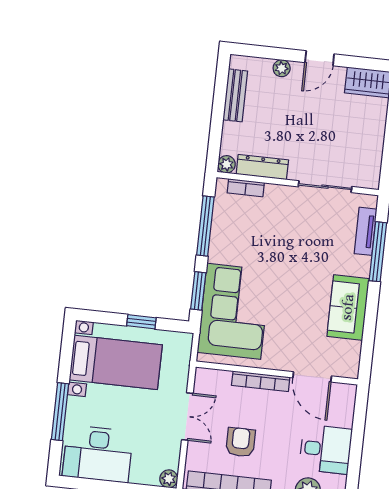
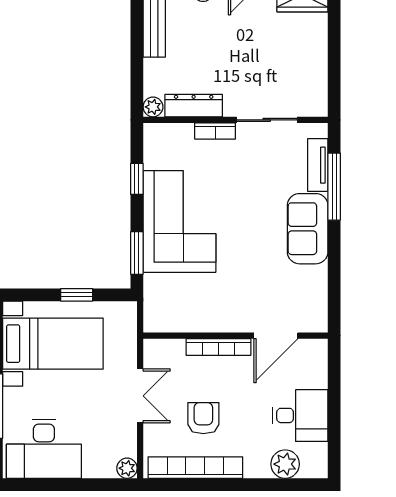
bookcase: (246, 188) -> (215, 131), moved
window: (205, 226) -> (137, 179), width x0.46
sofa: (348, 307) -> (308, 229), moved
corner sofa: (234, 311) -> (179, 221), moved
door: (312, 377) -> (276, 336), hinge flipped

